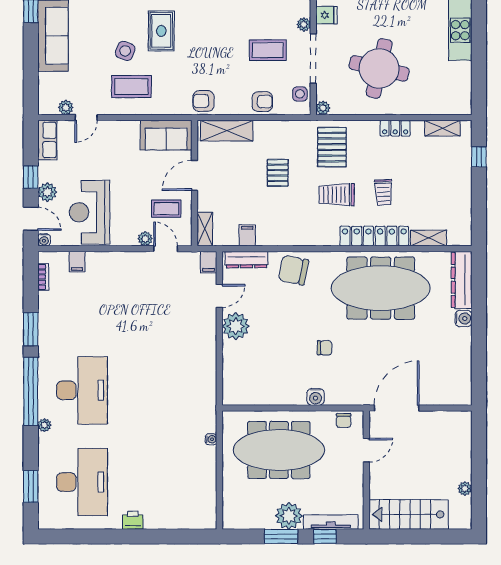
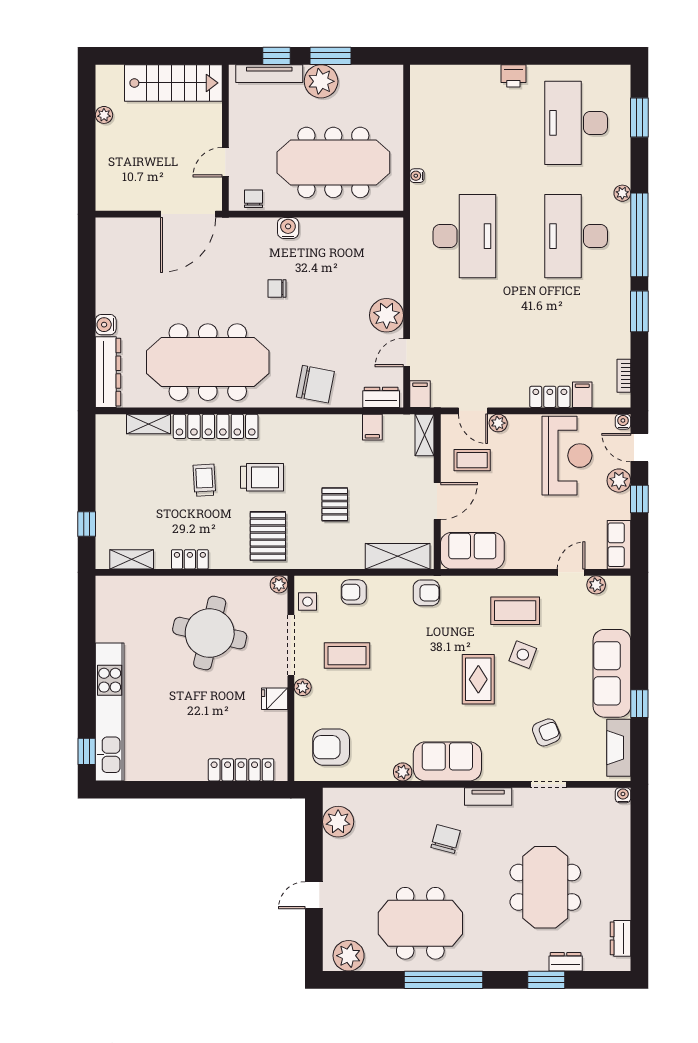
locker: (103, 260) -> (550, 397), added
dresser: (247, 260) -> (381, 397), width x0.70
desk: (173, 390) -> (464, 236), added

